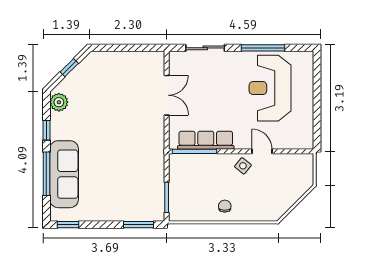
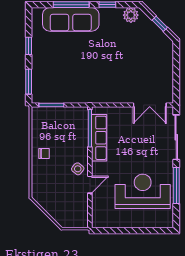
sliding door: (205, 48) -> (176, 137), width x1.37
double door: (167, 95) -> (150, 105), moved
window: (68, 225) -> (29, 46), moved

